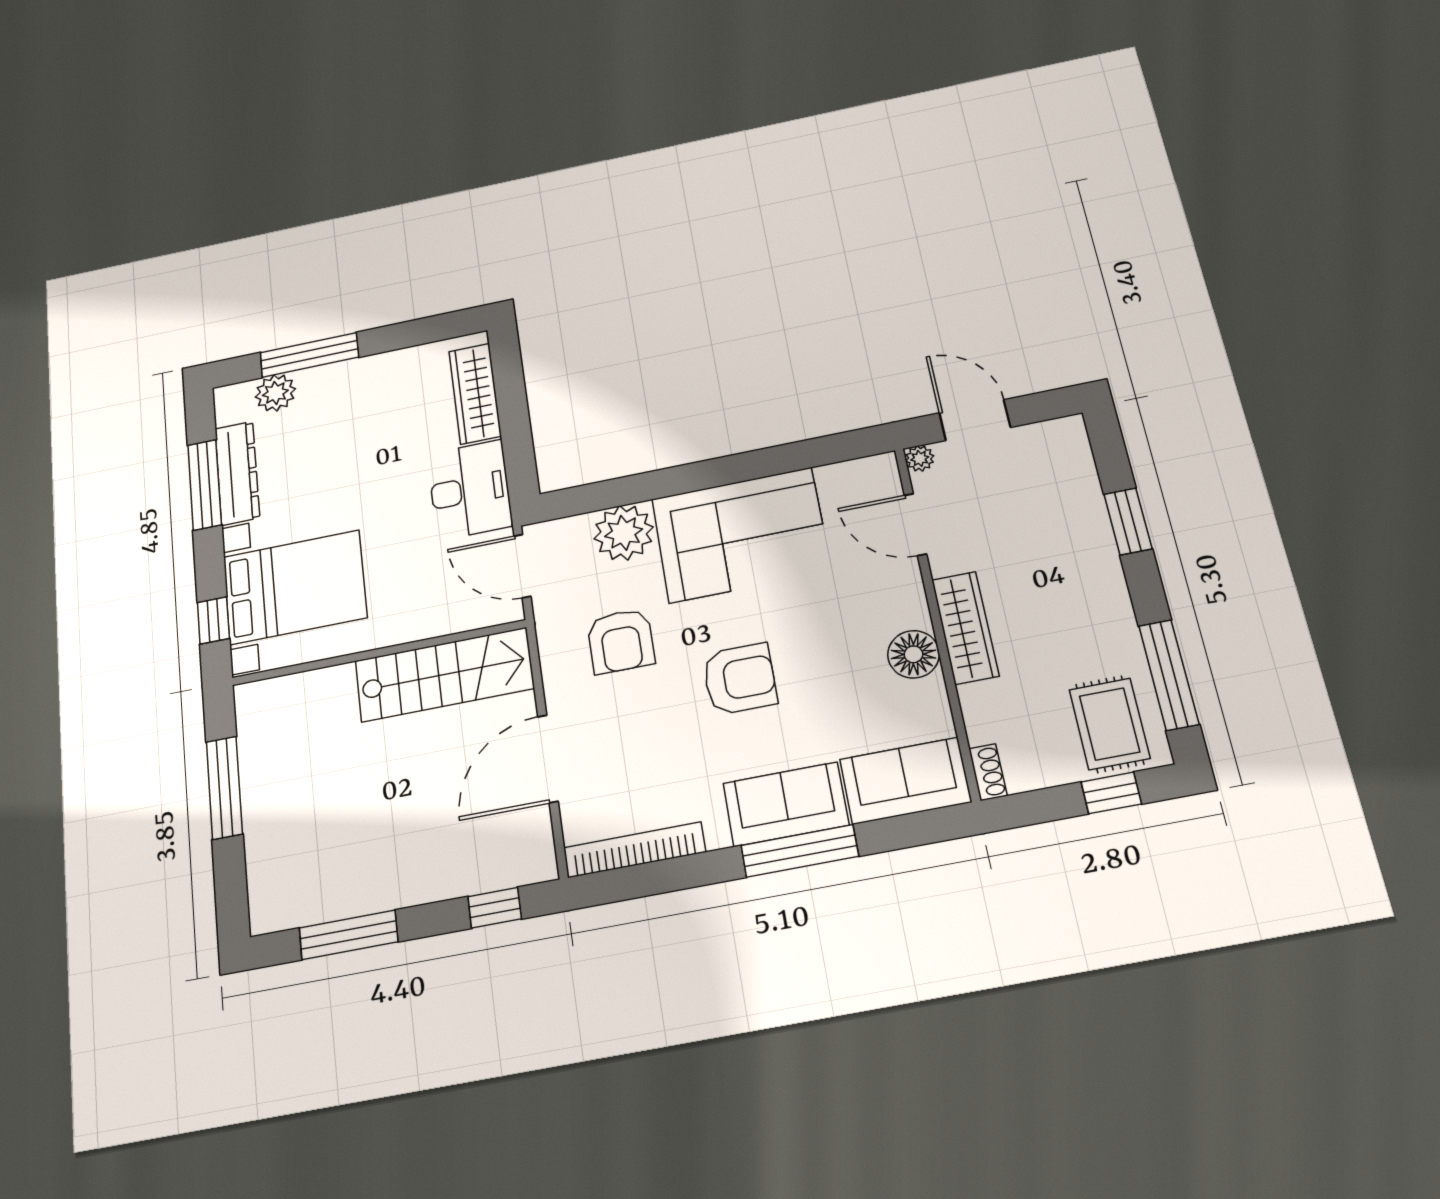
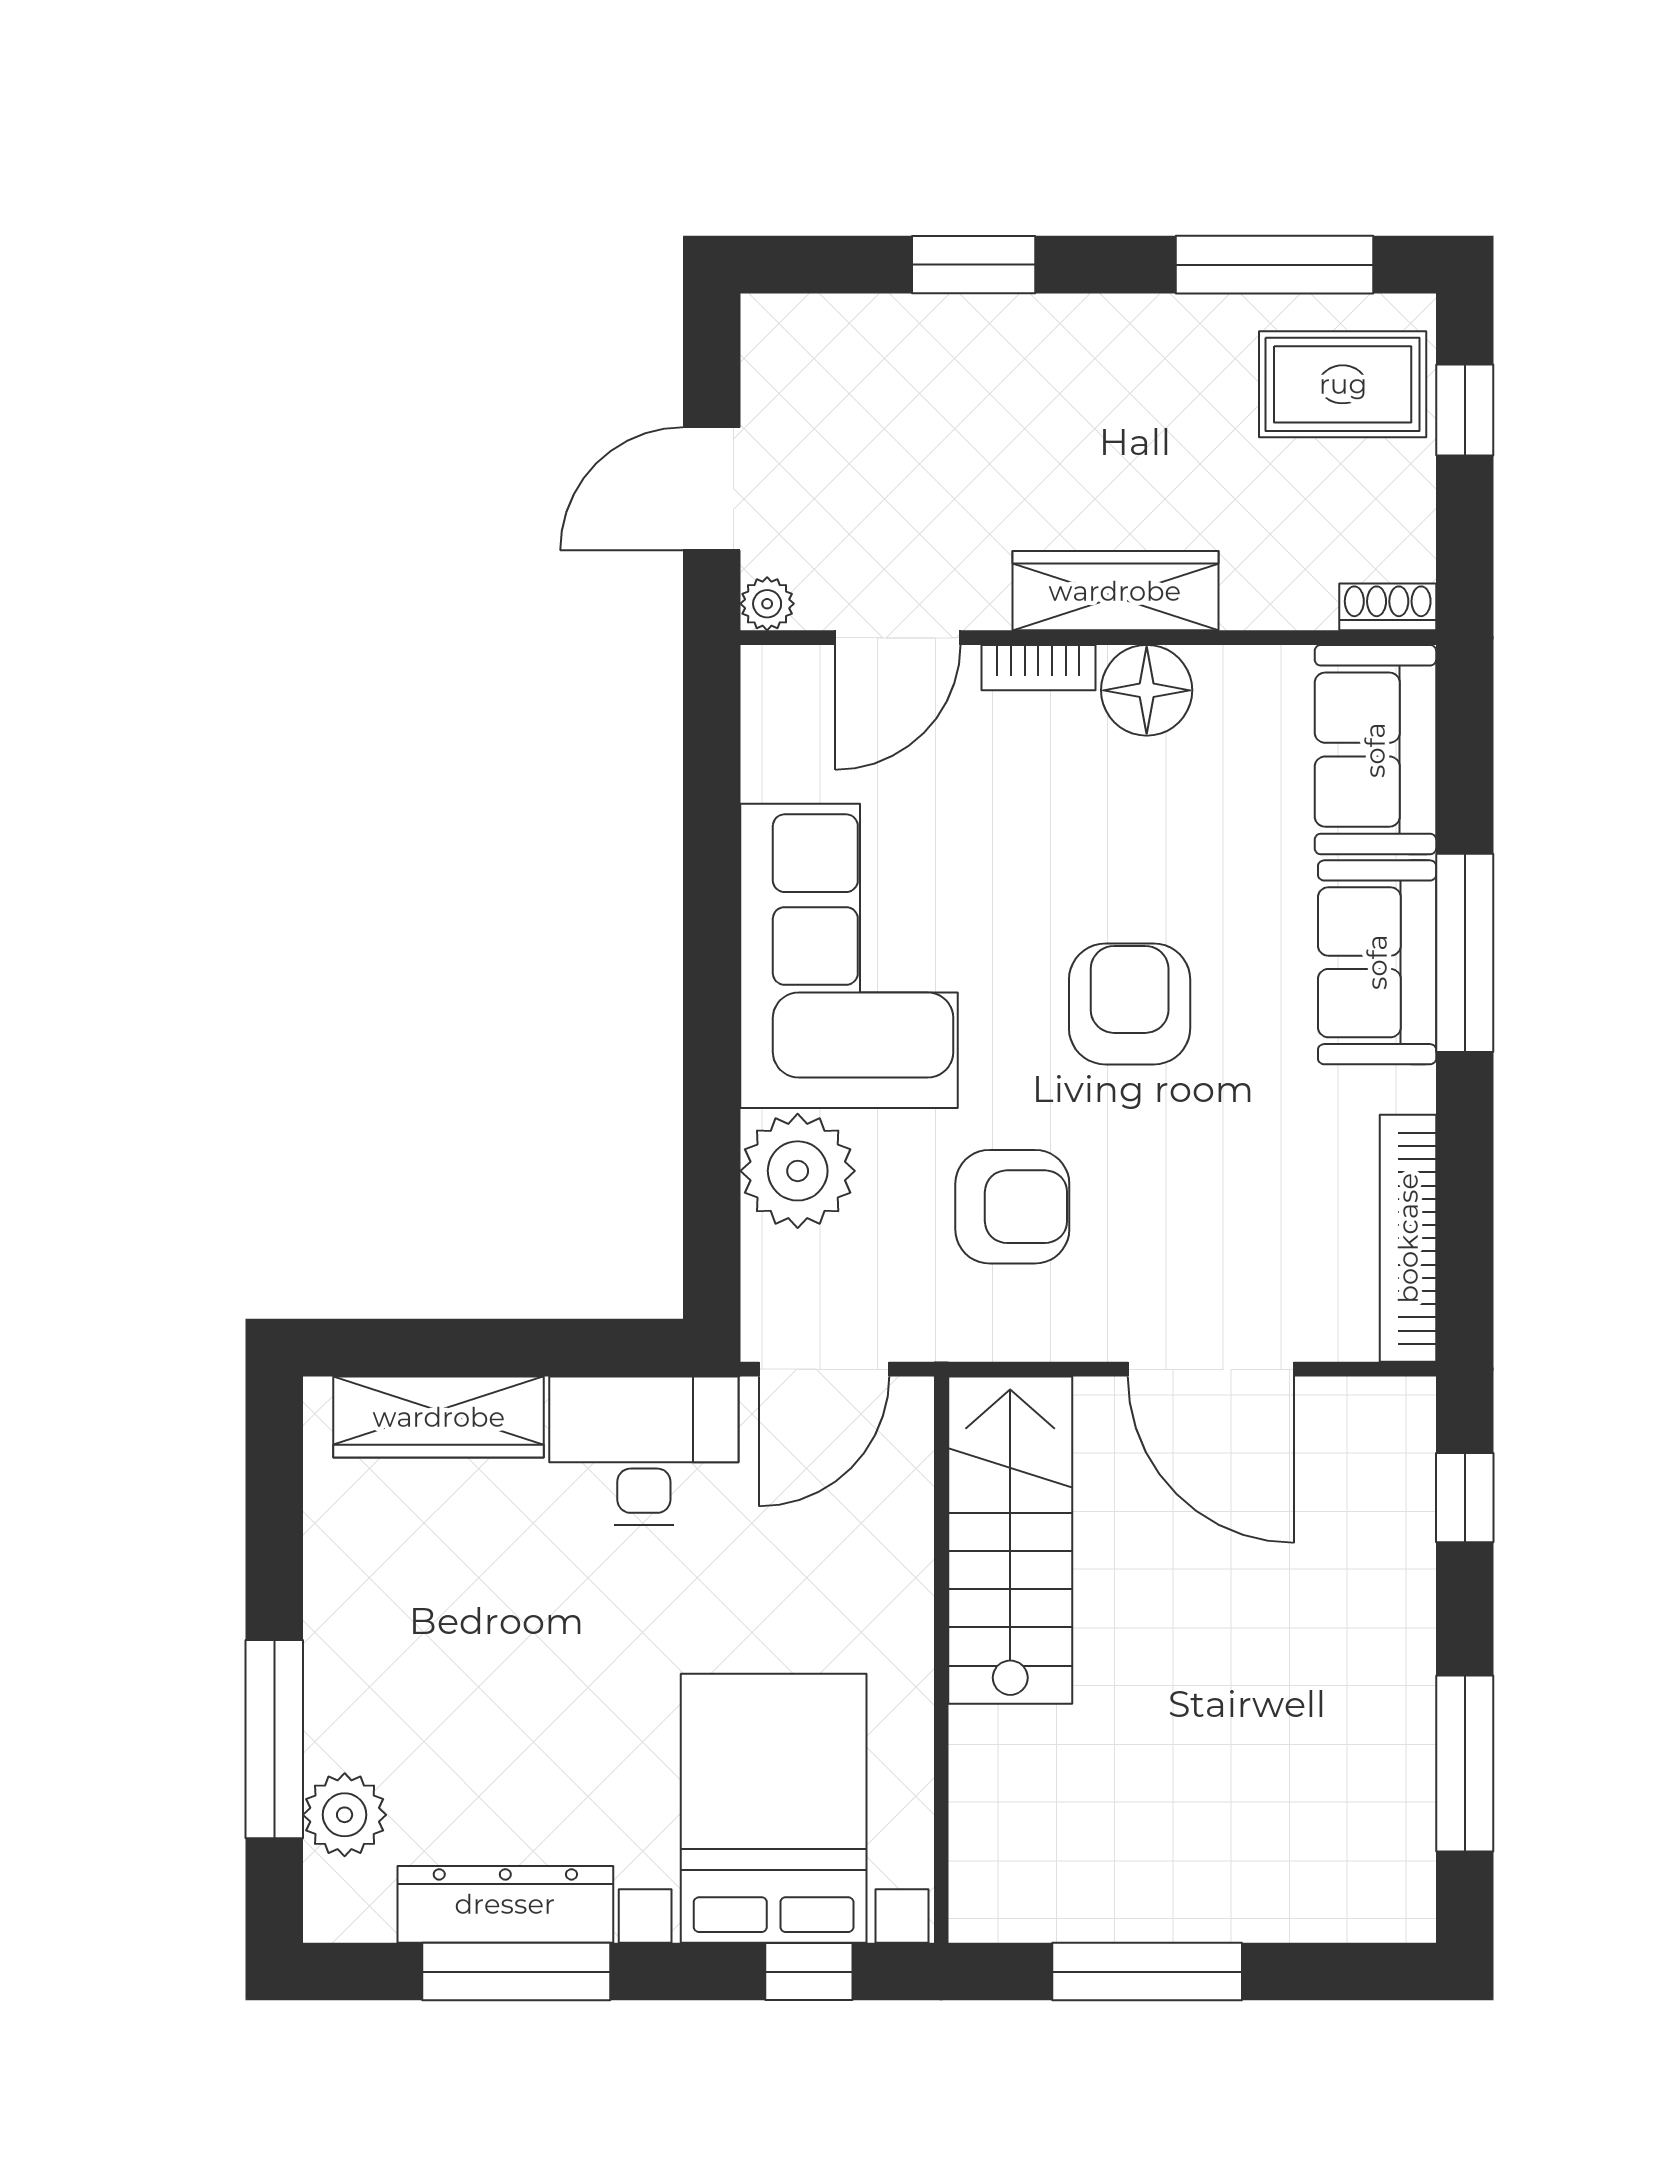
bookcase: (914, 597) -> (1038, 668), added

